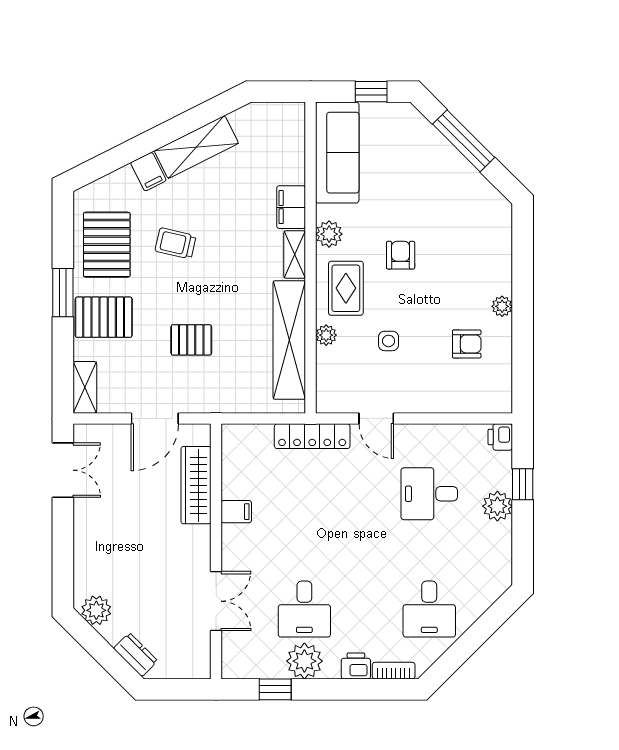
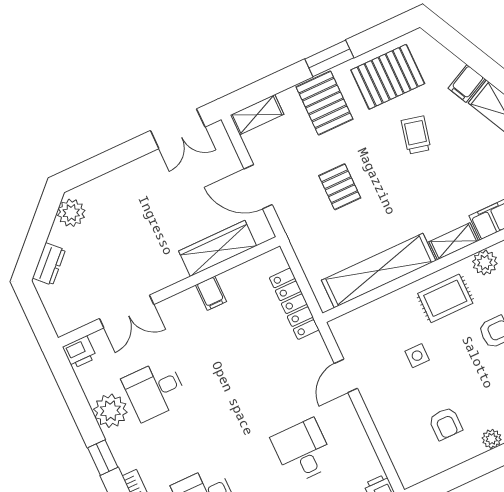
plant: (326, 335) -> (397, 300), removed
locker: (312, 436) -> (294, 304), moved
printer: (356, 666) -> (80, 352), moved, turned 90
window: (275, 689) -> (103, 458), moved

